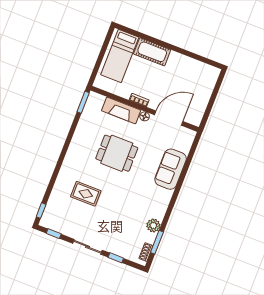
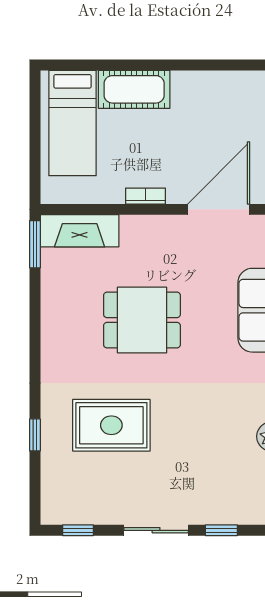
fireplace: (121, 110) -> (80, 231), moved
floor lamp: (145, 116) -> (169, 225), removed
rug: (86, 194) -> (111, 425), width x1.36, depth x1.43
window: (41, 211) -> (35, 435), moved

